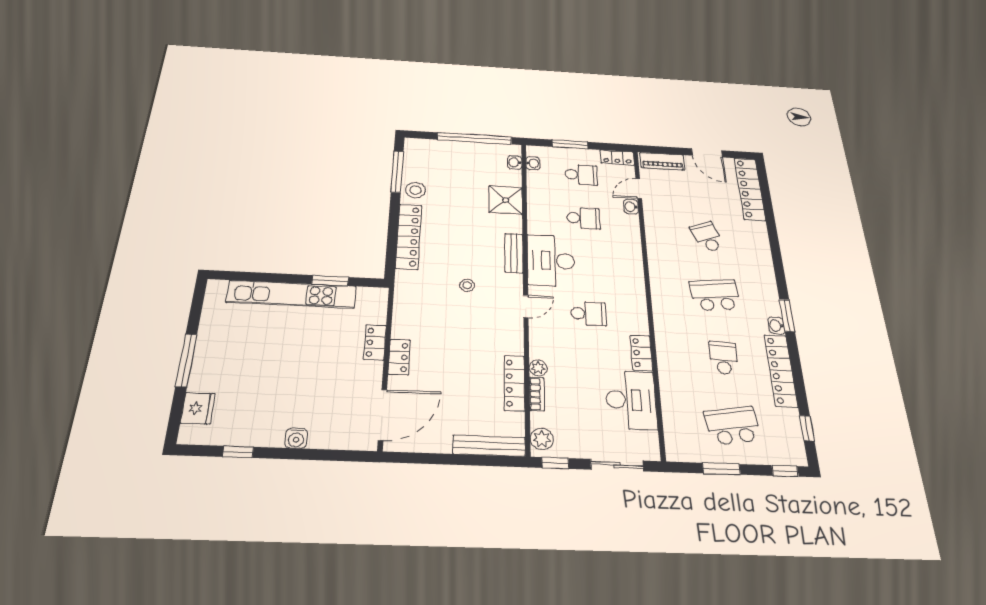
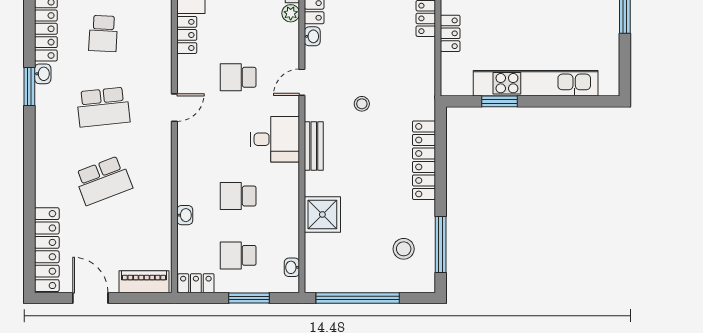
washbasin: (515, 162) -> (312, 36), moved
door: (639, 189) -> (174, 108), moved
stool: (416, 190) -> (404, 249), moved
school desk: (707, 237) -> (103, 180), width x1.85
desk: (551, 261) -> (275, 139), width x0.73

